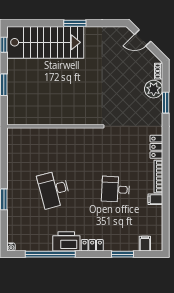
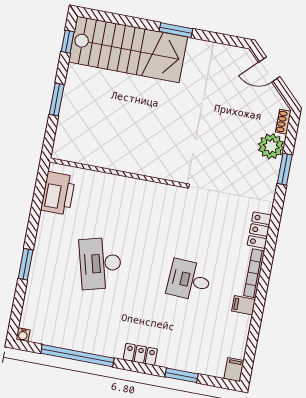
printer: (66, 241) -> (58, 193), moved, turned 90
filing cabinet: (145, 244) -> (234, 370), moved

